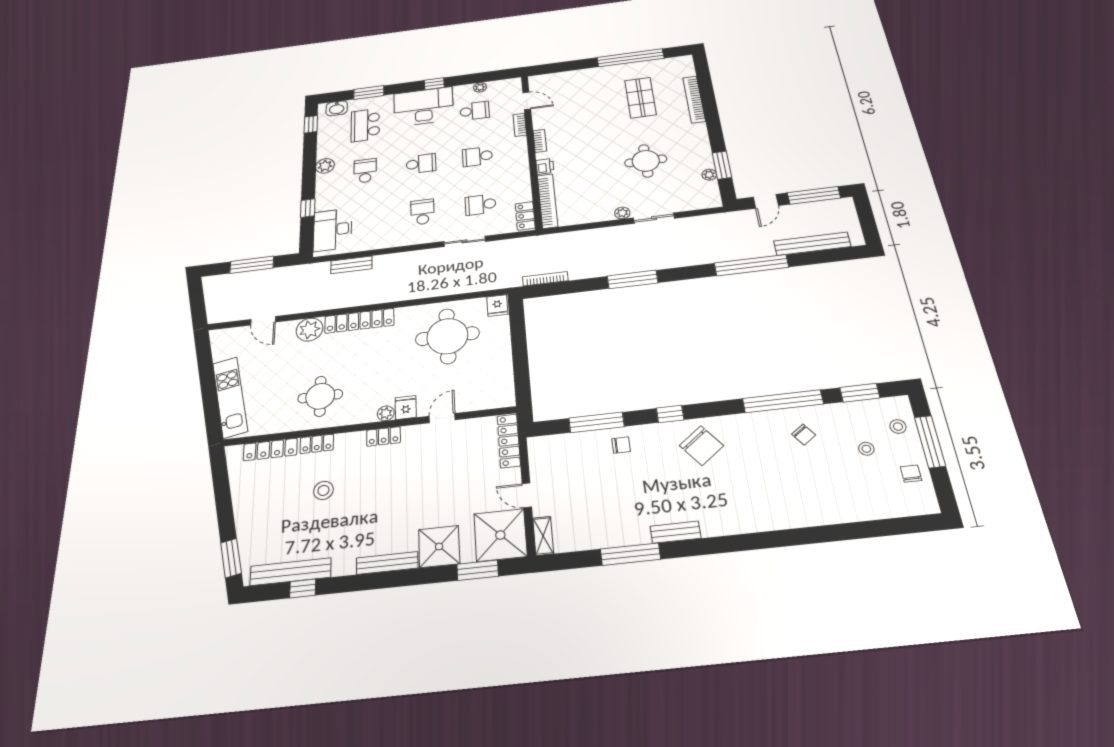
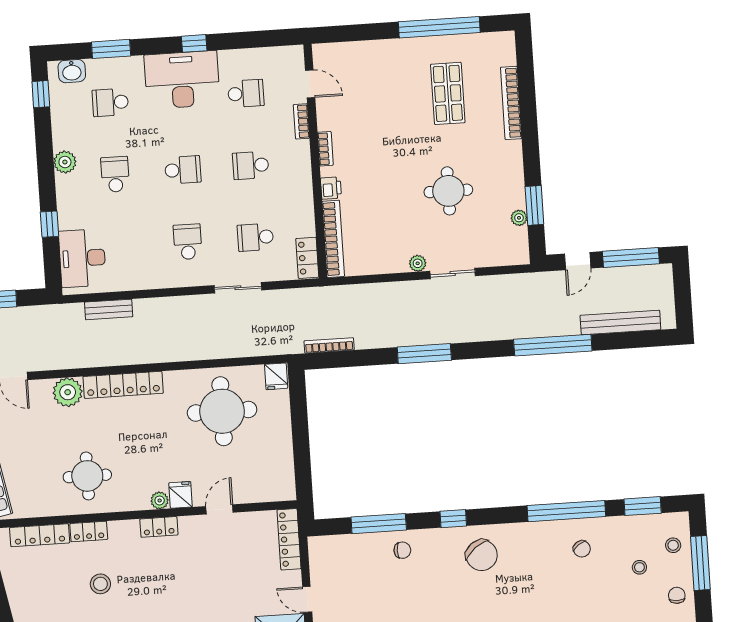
plant: (480, 87) -> (252, 56), removed
school desk: (365, 125) -> (110, 102), width x0.54

